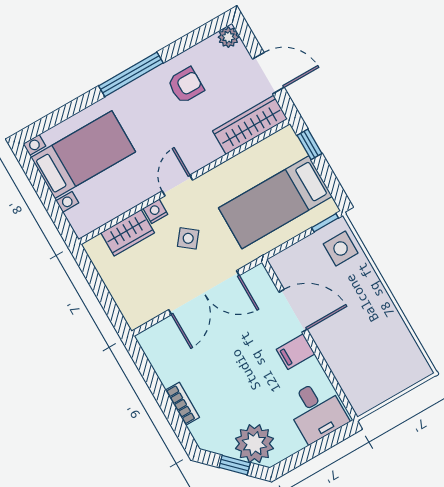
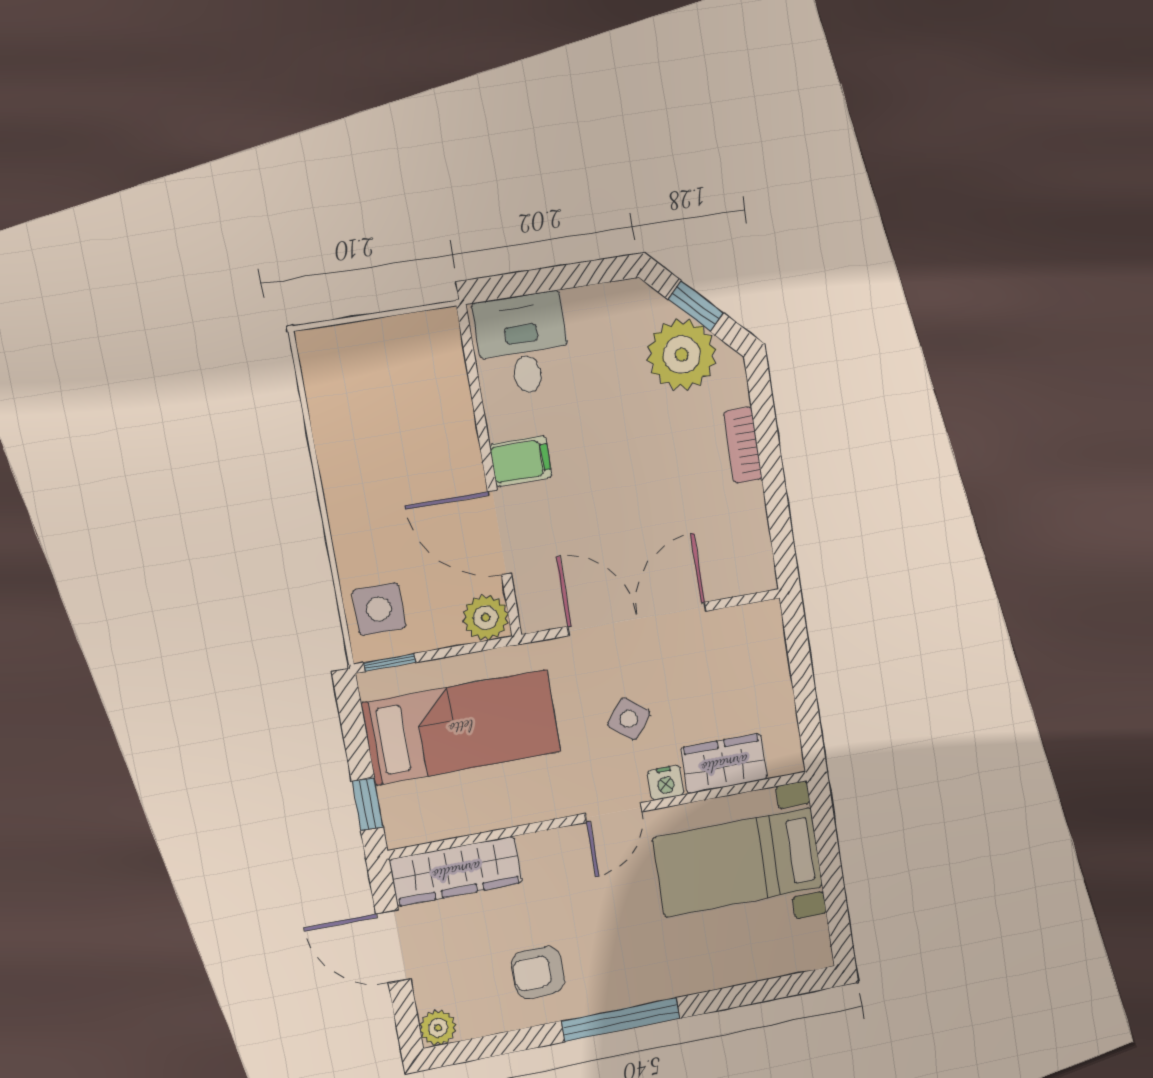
bed with nightstands: (83, 155) -> (738, 862), moved
plant: (284, 264) -> (486, 618), added
plant: (254, 444) -> (682, 355), moved

